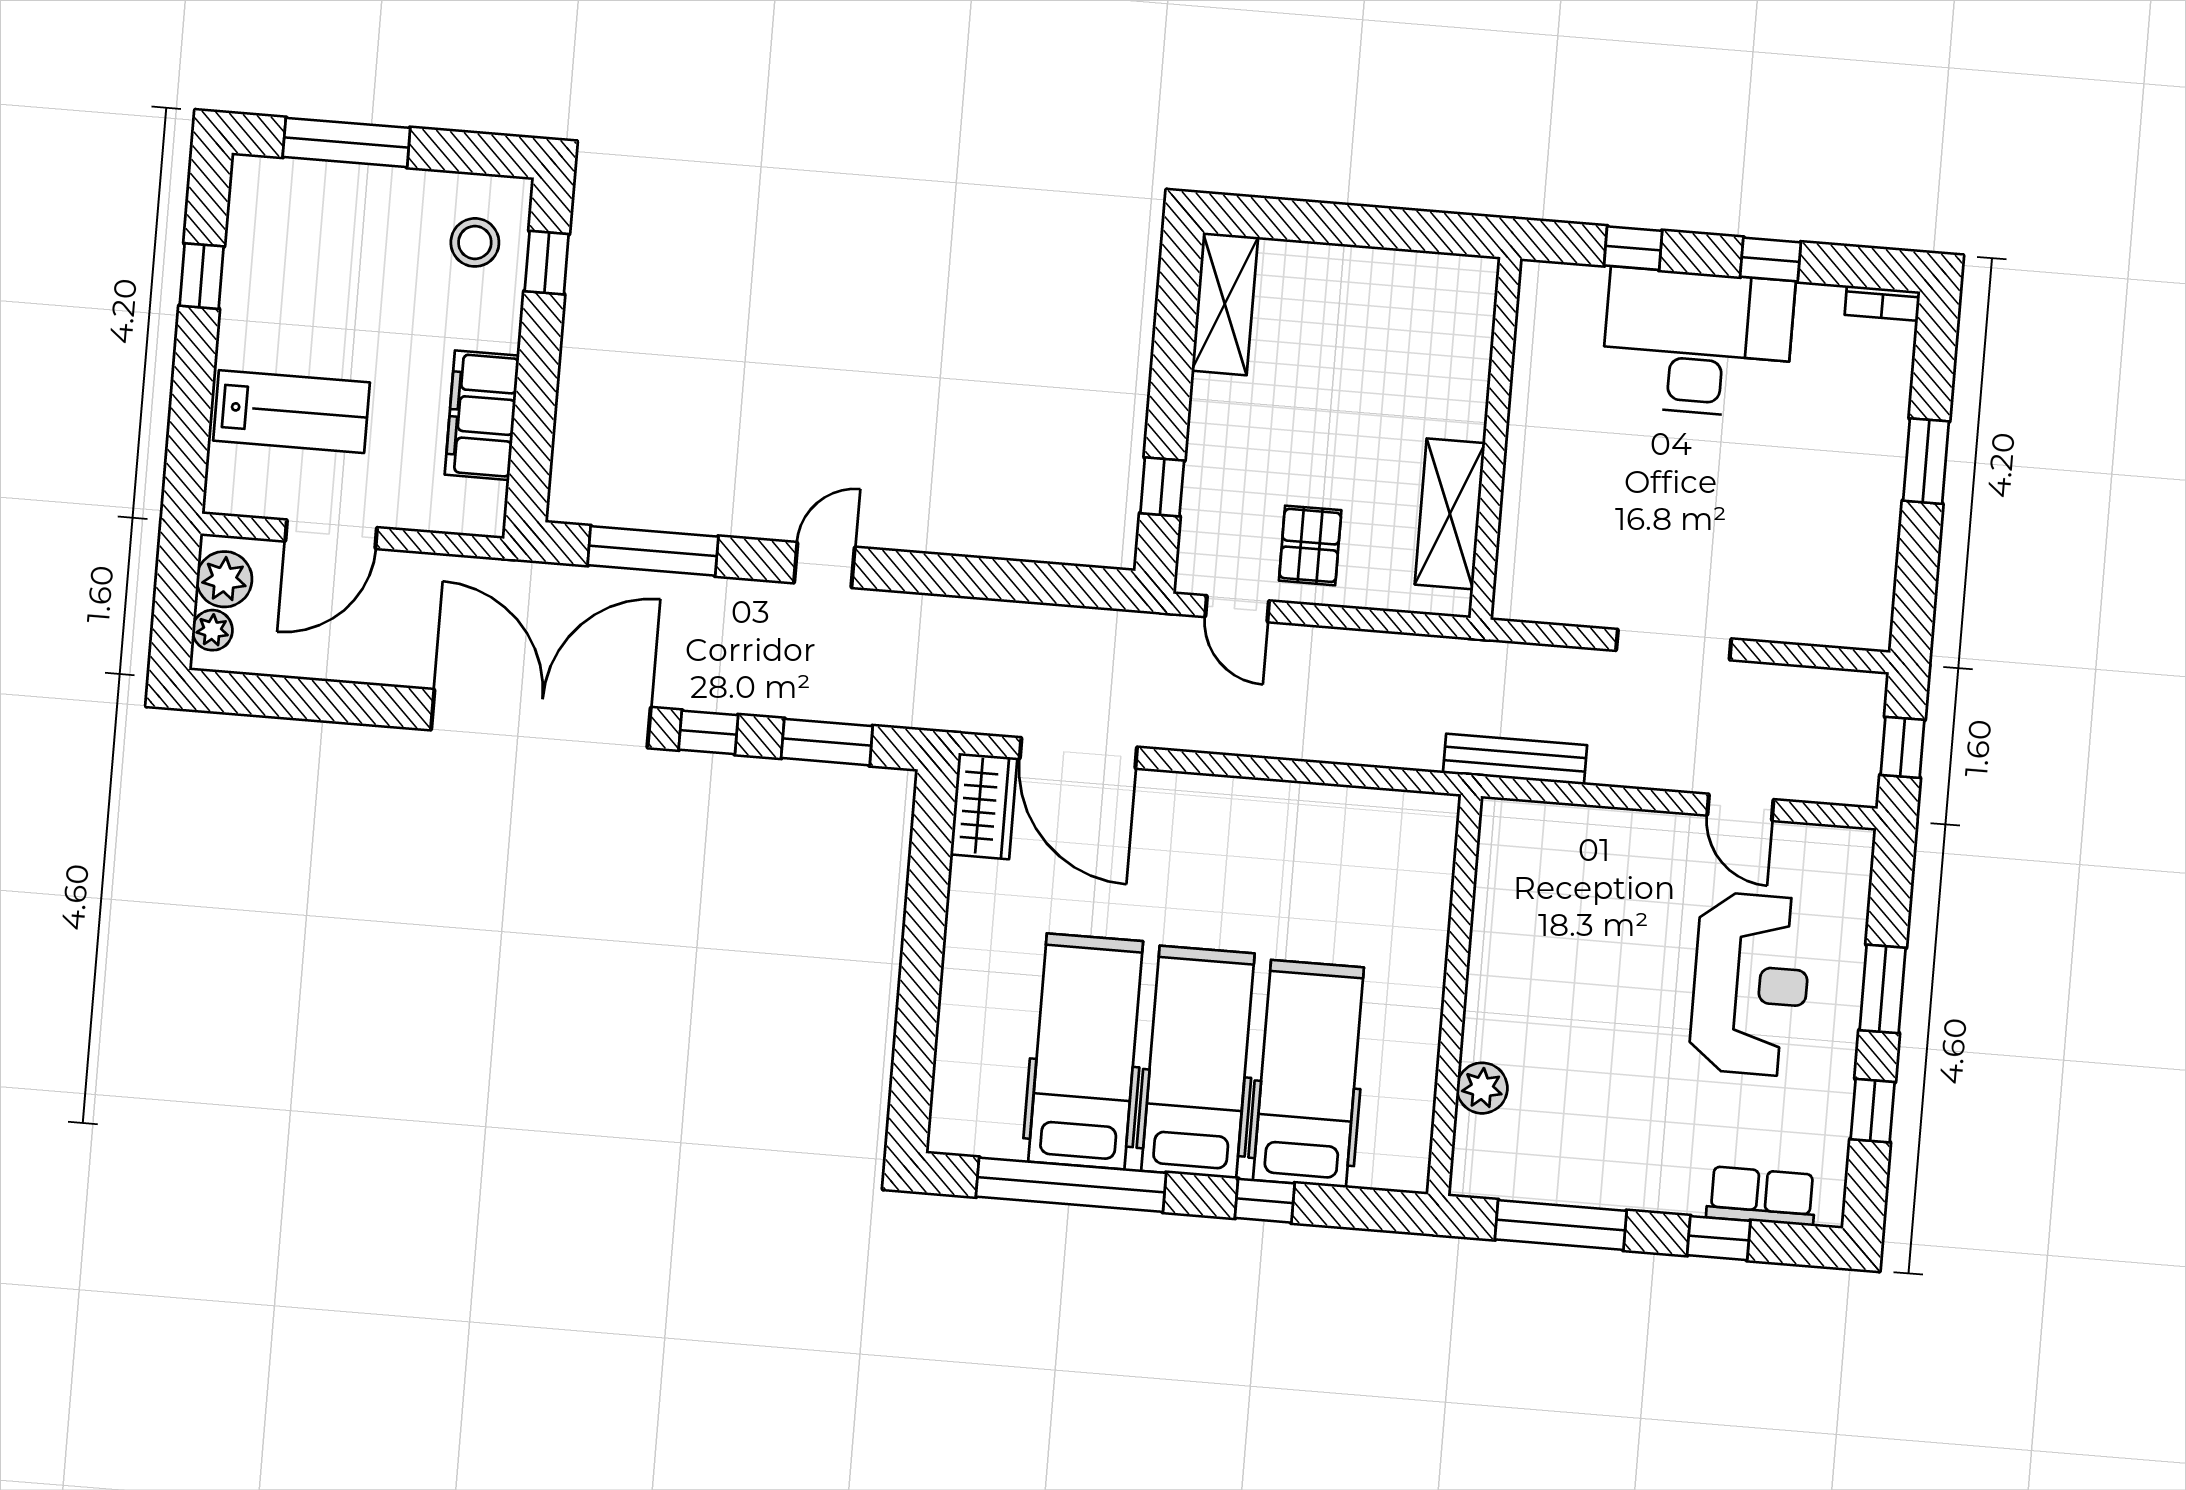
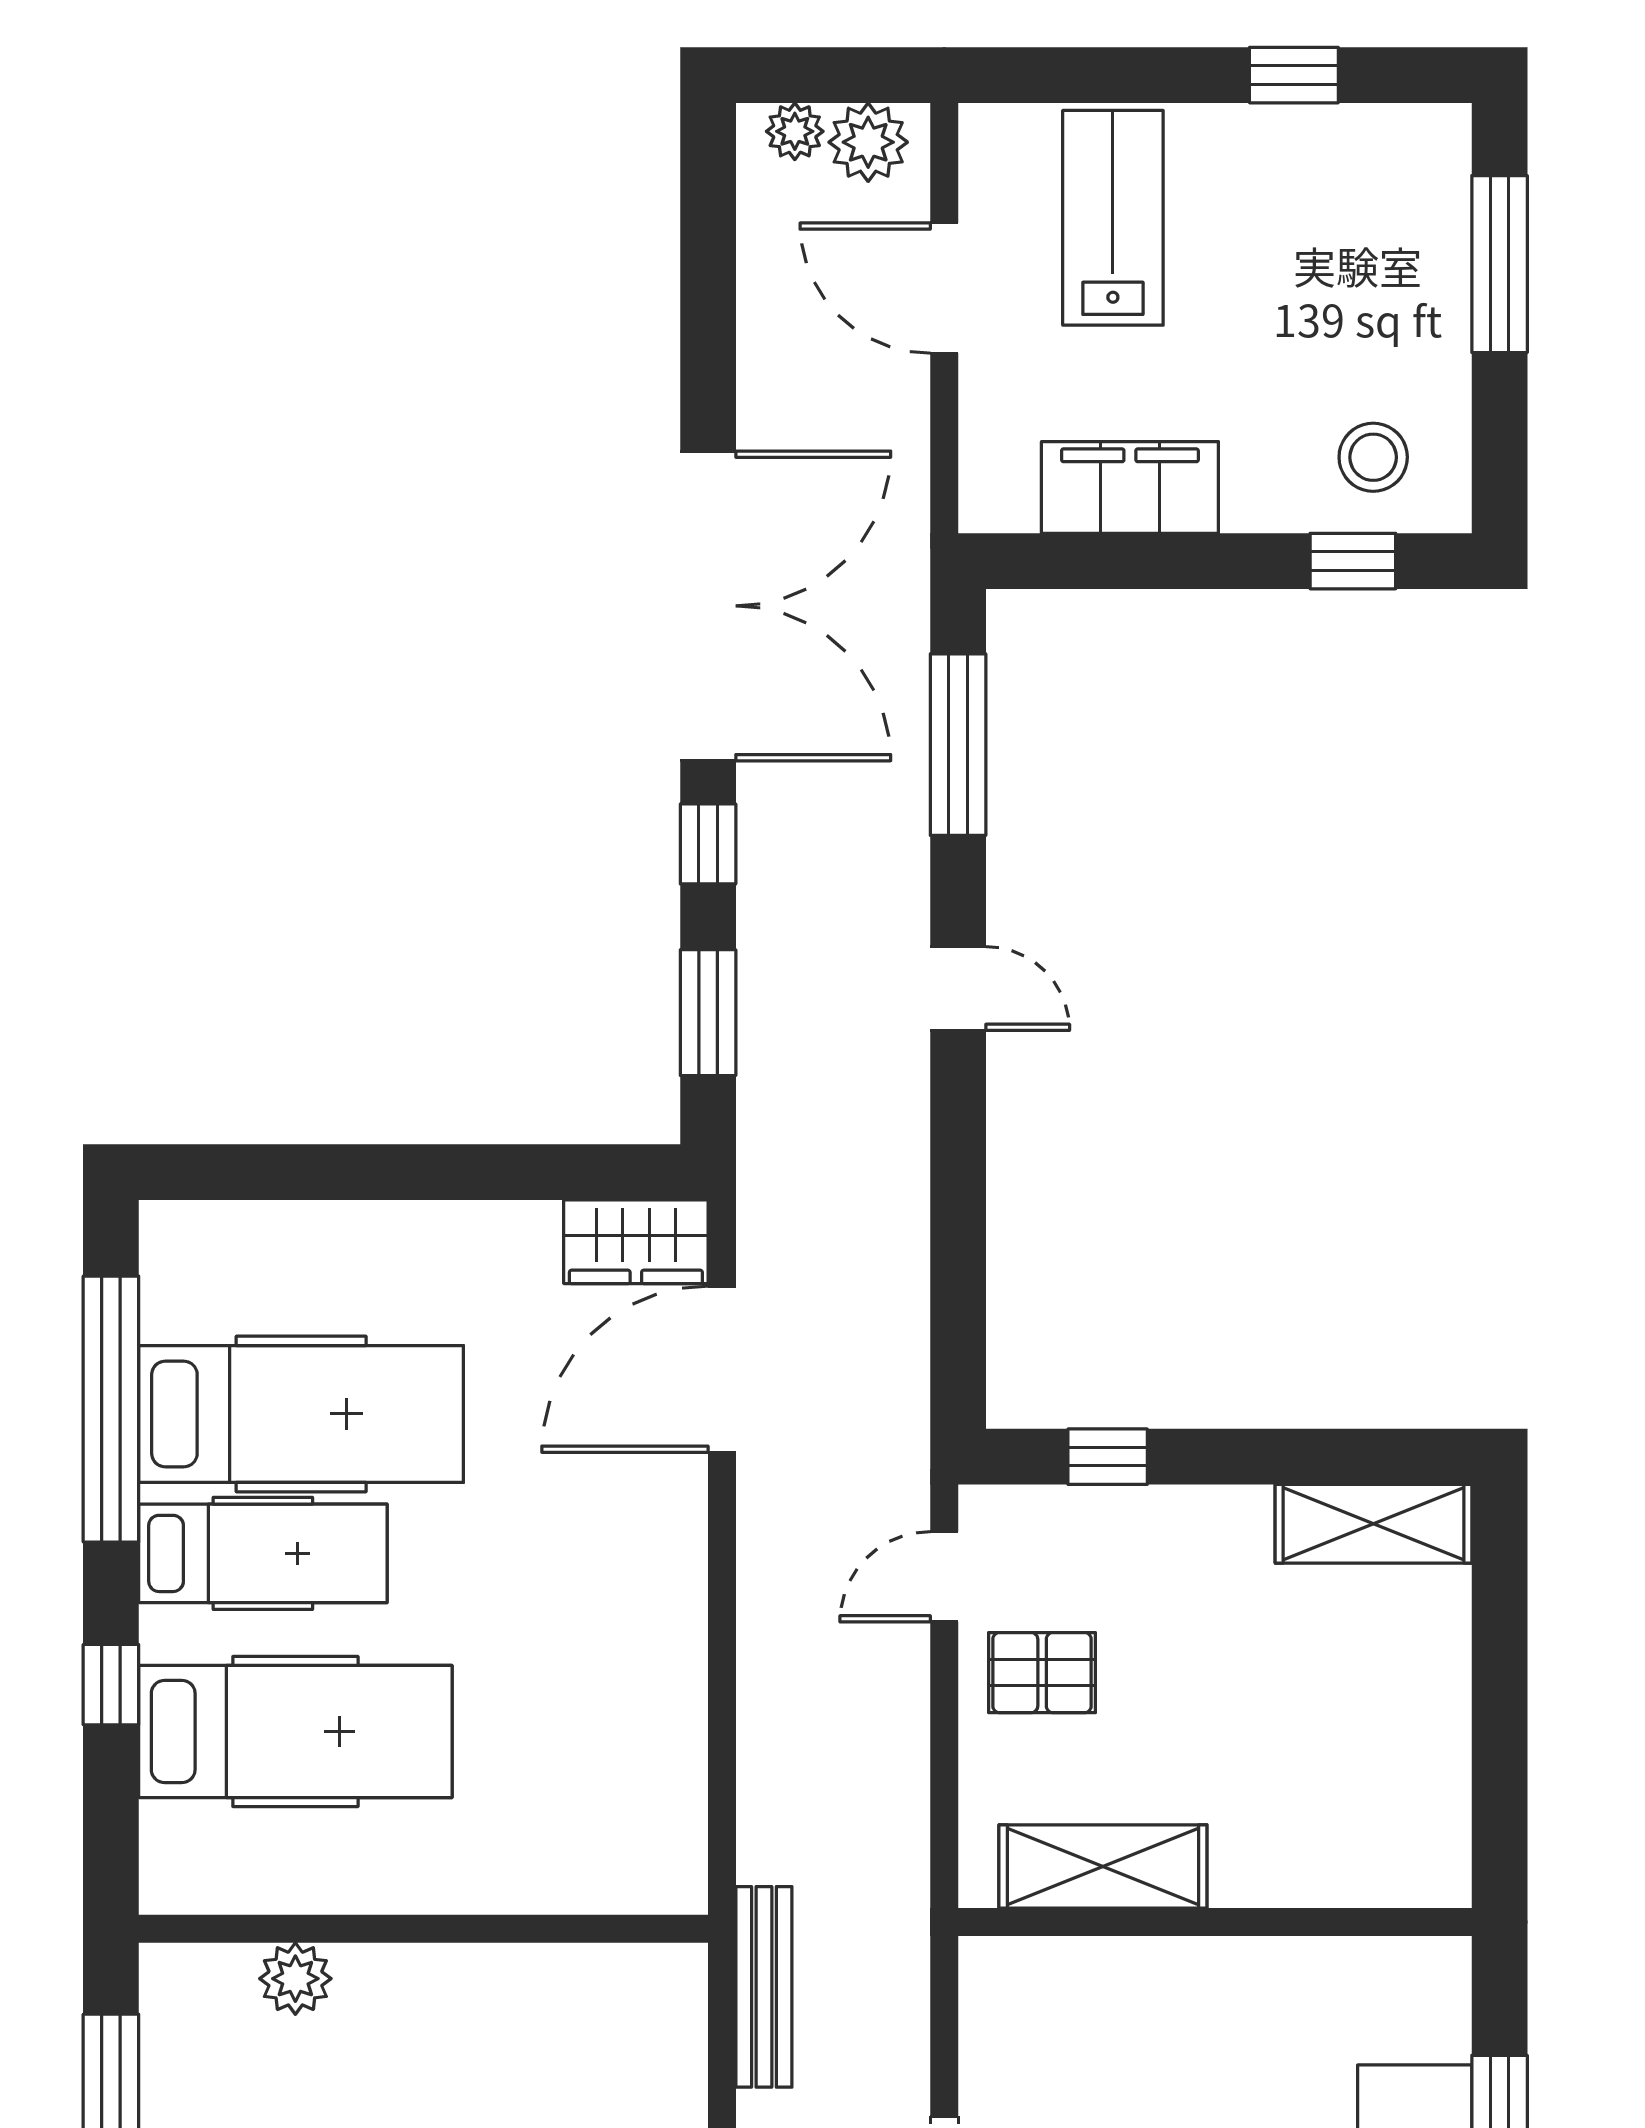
lab bench: (292, 412) -> (1113, 218), turned 180
hospital bed: (1198, 1062) -> (263, 1553), width x0.73, depth x0.78

